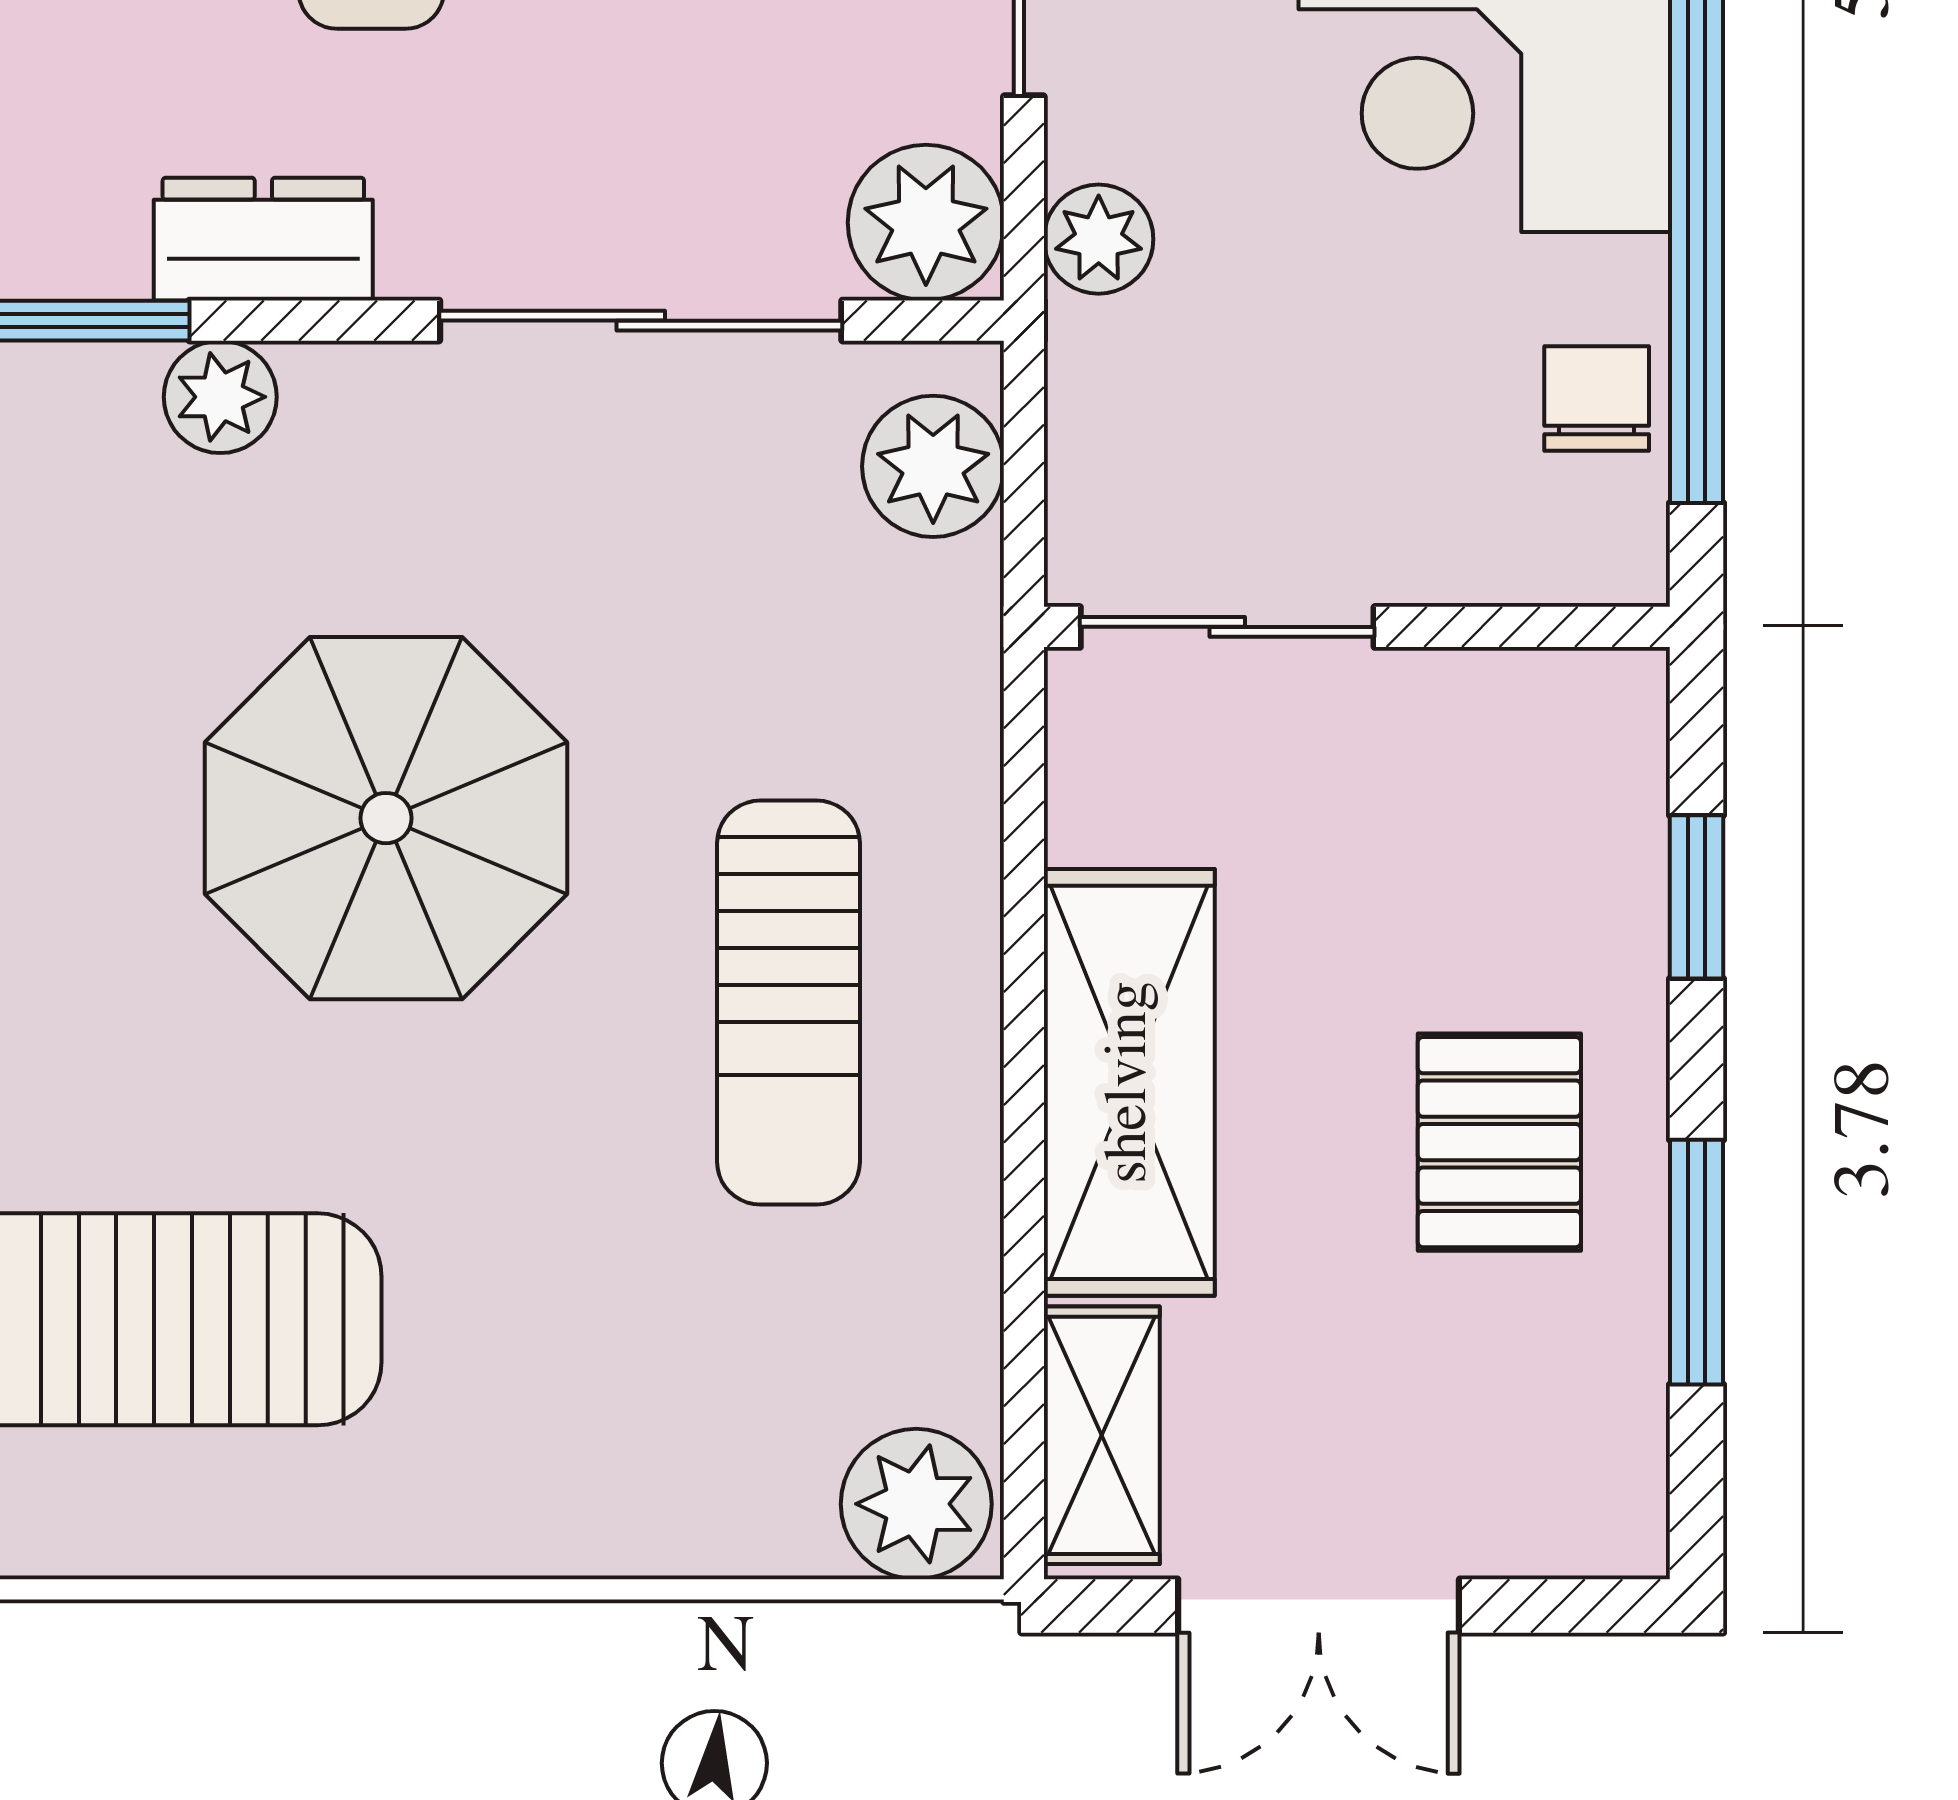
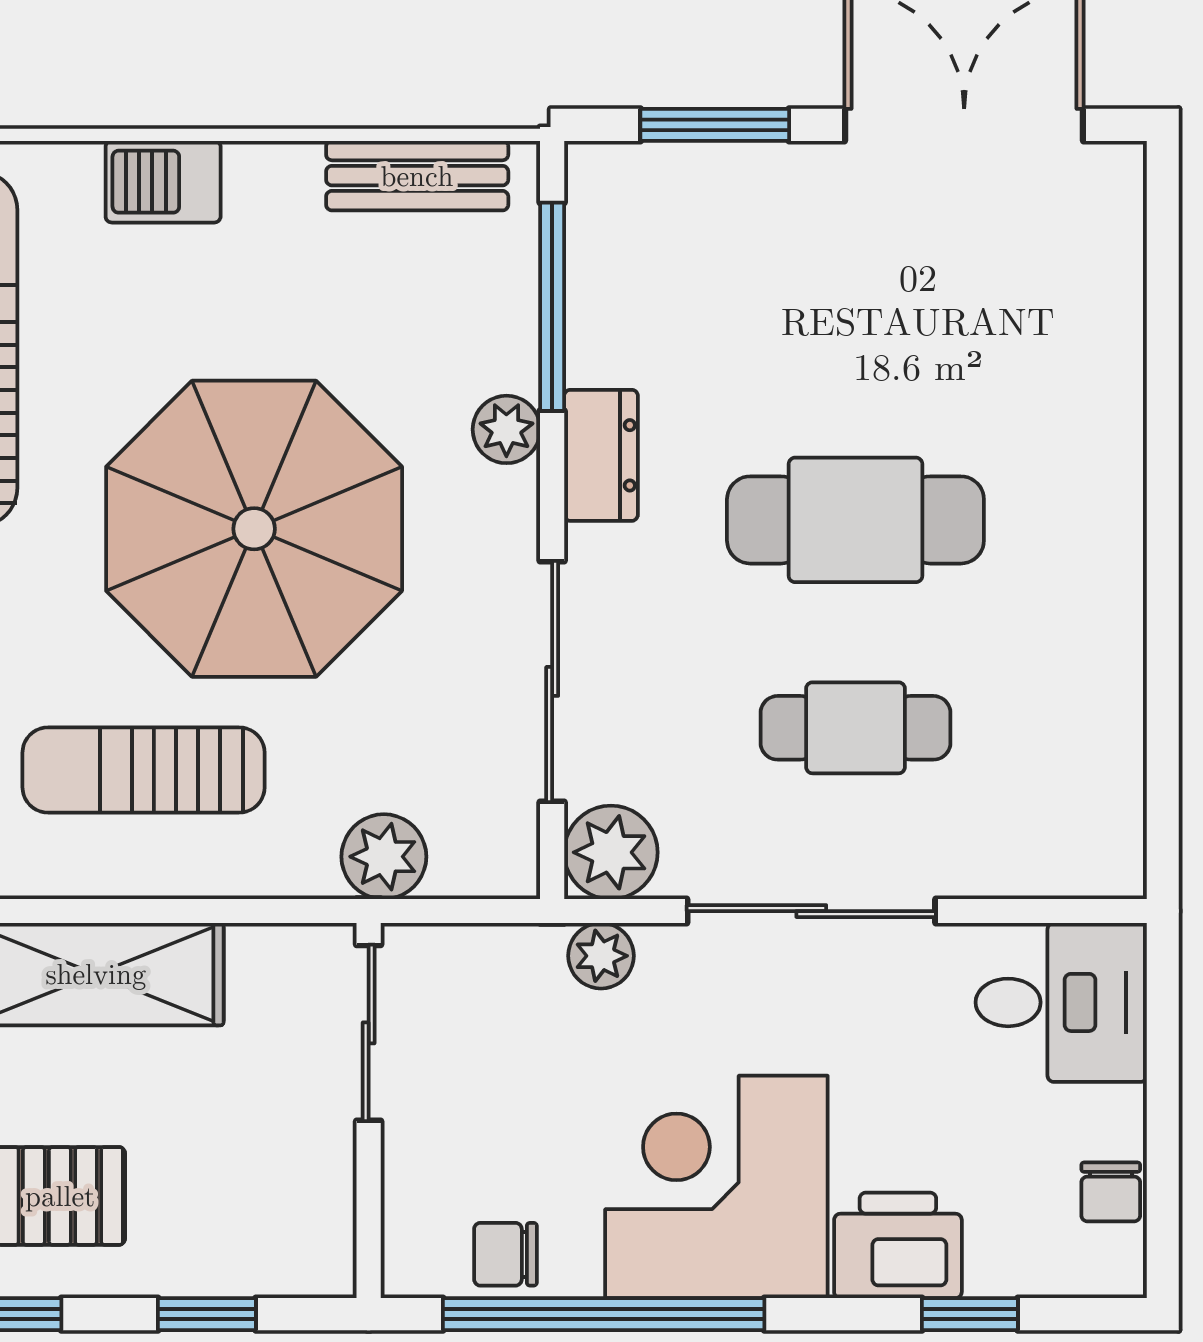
chair: (1597, 399) -> (505, 1254), turned 180
plant: (933, 466) -> (384, 857), moved
parasol: (386, 818) -> (254, 529), width x1.36, depth x1.36

